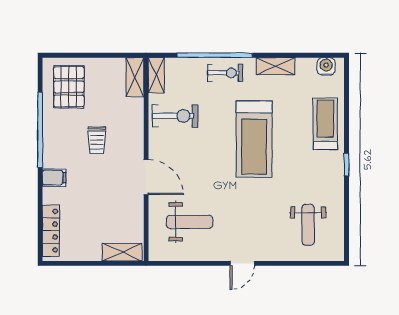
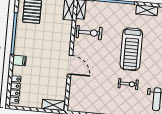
exercise bike: (225, 73) -> (128, 84), moved
trolley: (97, 140) -> (45, 42), removed
weight bench: (190, 222) -> (92, 92), removed

